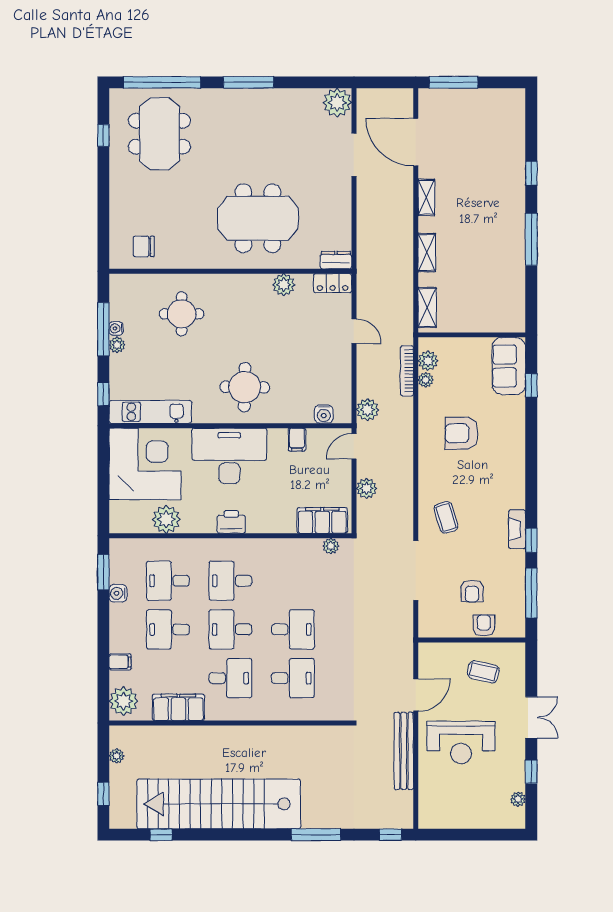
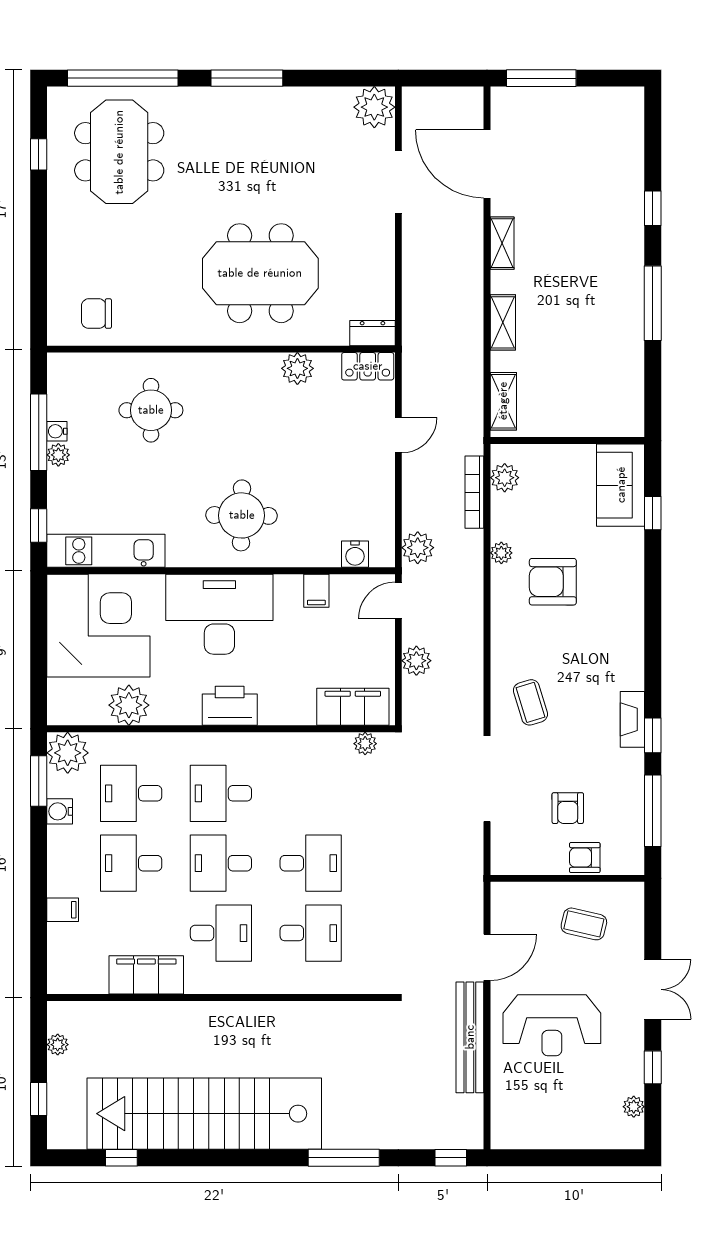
door: (354, 331) -> (398, 435), hinge flipped
plant: (426, 380) -> (501, 553), moved
printer: (231, 522) -> (230, 706), width x1.37, depth x1.19
armchair: (484, 625) -> (585, 858), turned -90
plant: (124, 701) -> (68, 753), moved

